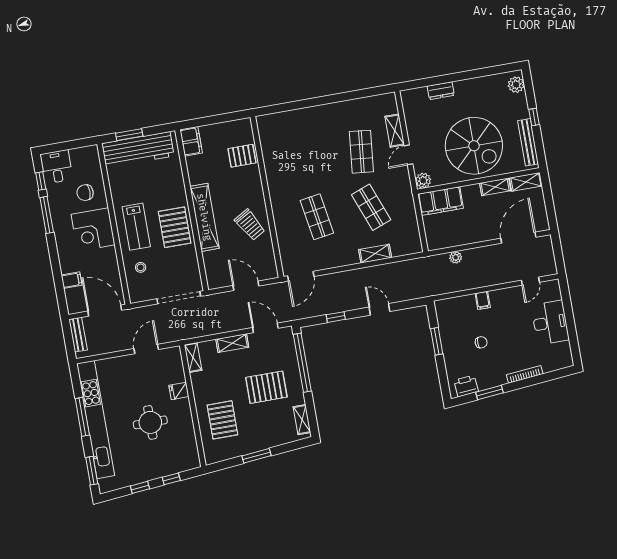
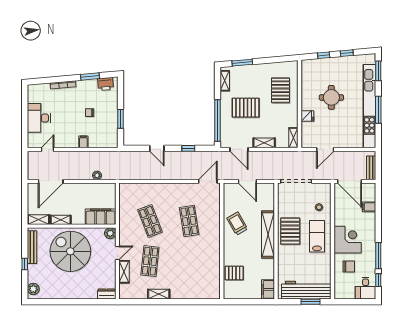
dresser: (441, 91) -> (106, 294), moved
shelving: (375, 254) -> (159, 294), moved
window: (256, 456) -> (242, 63), moved

